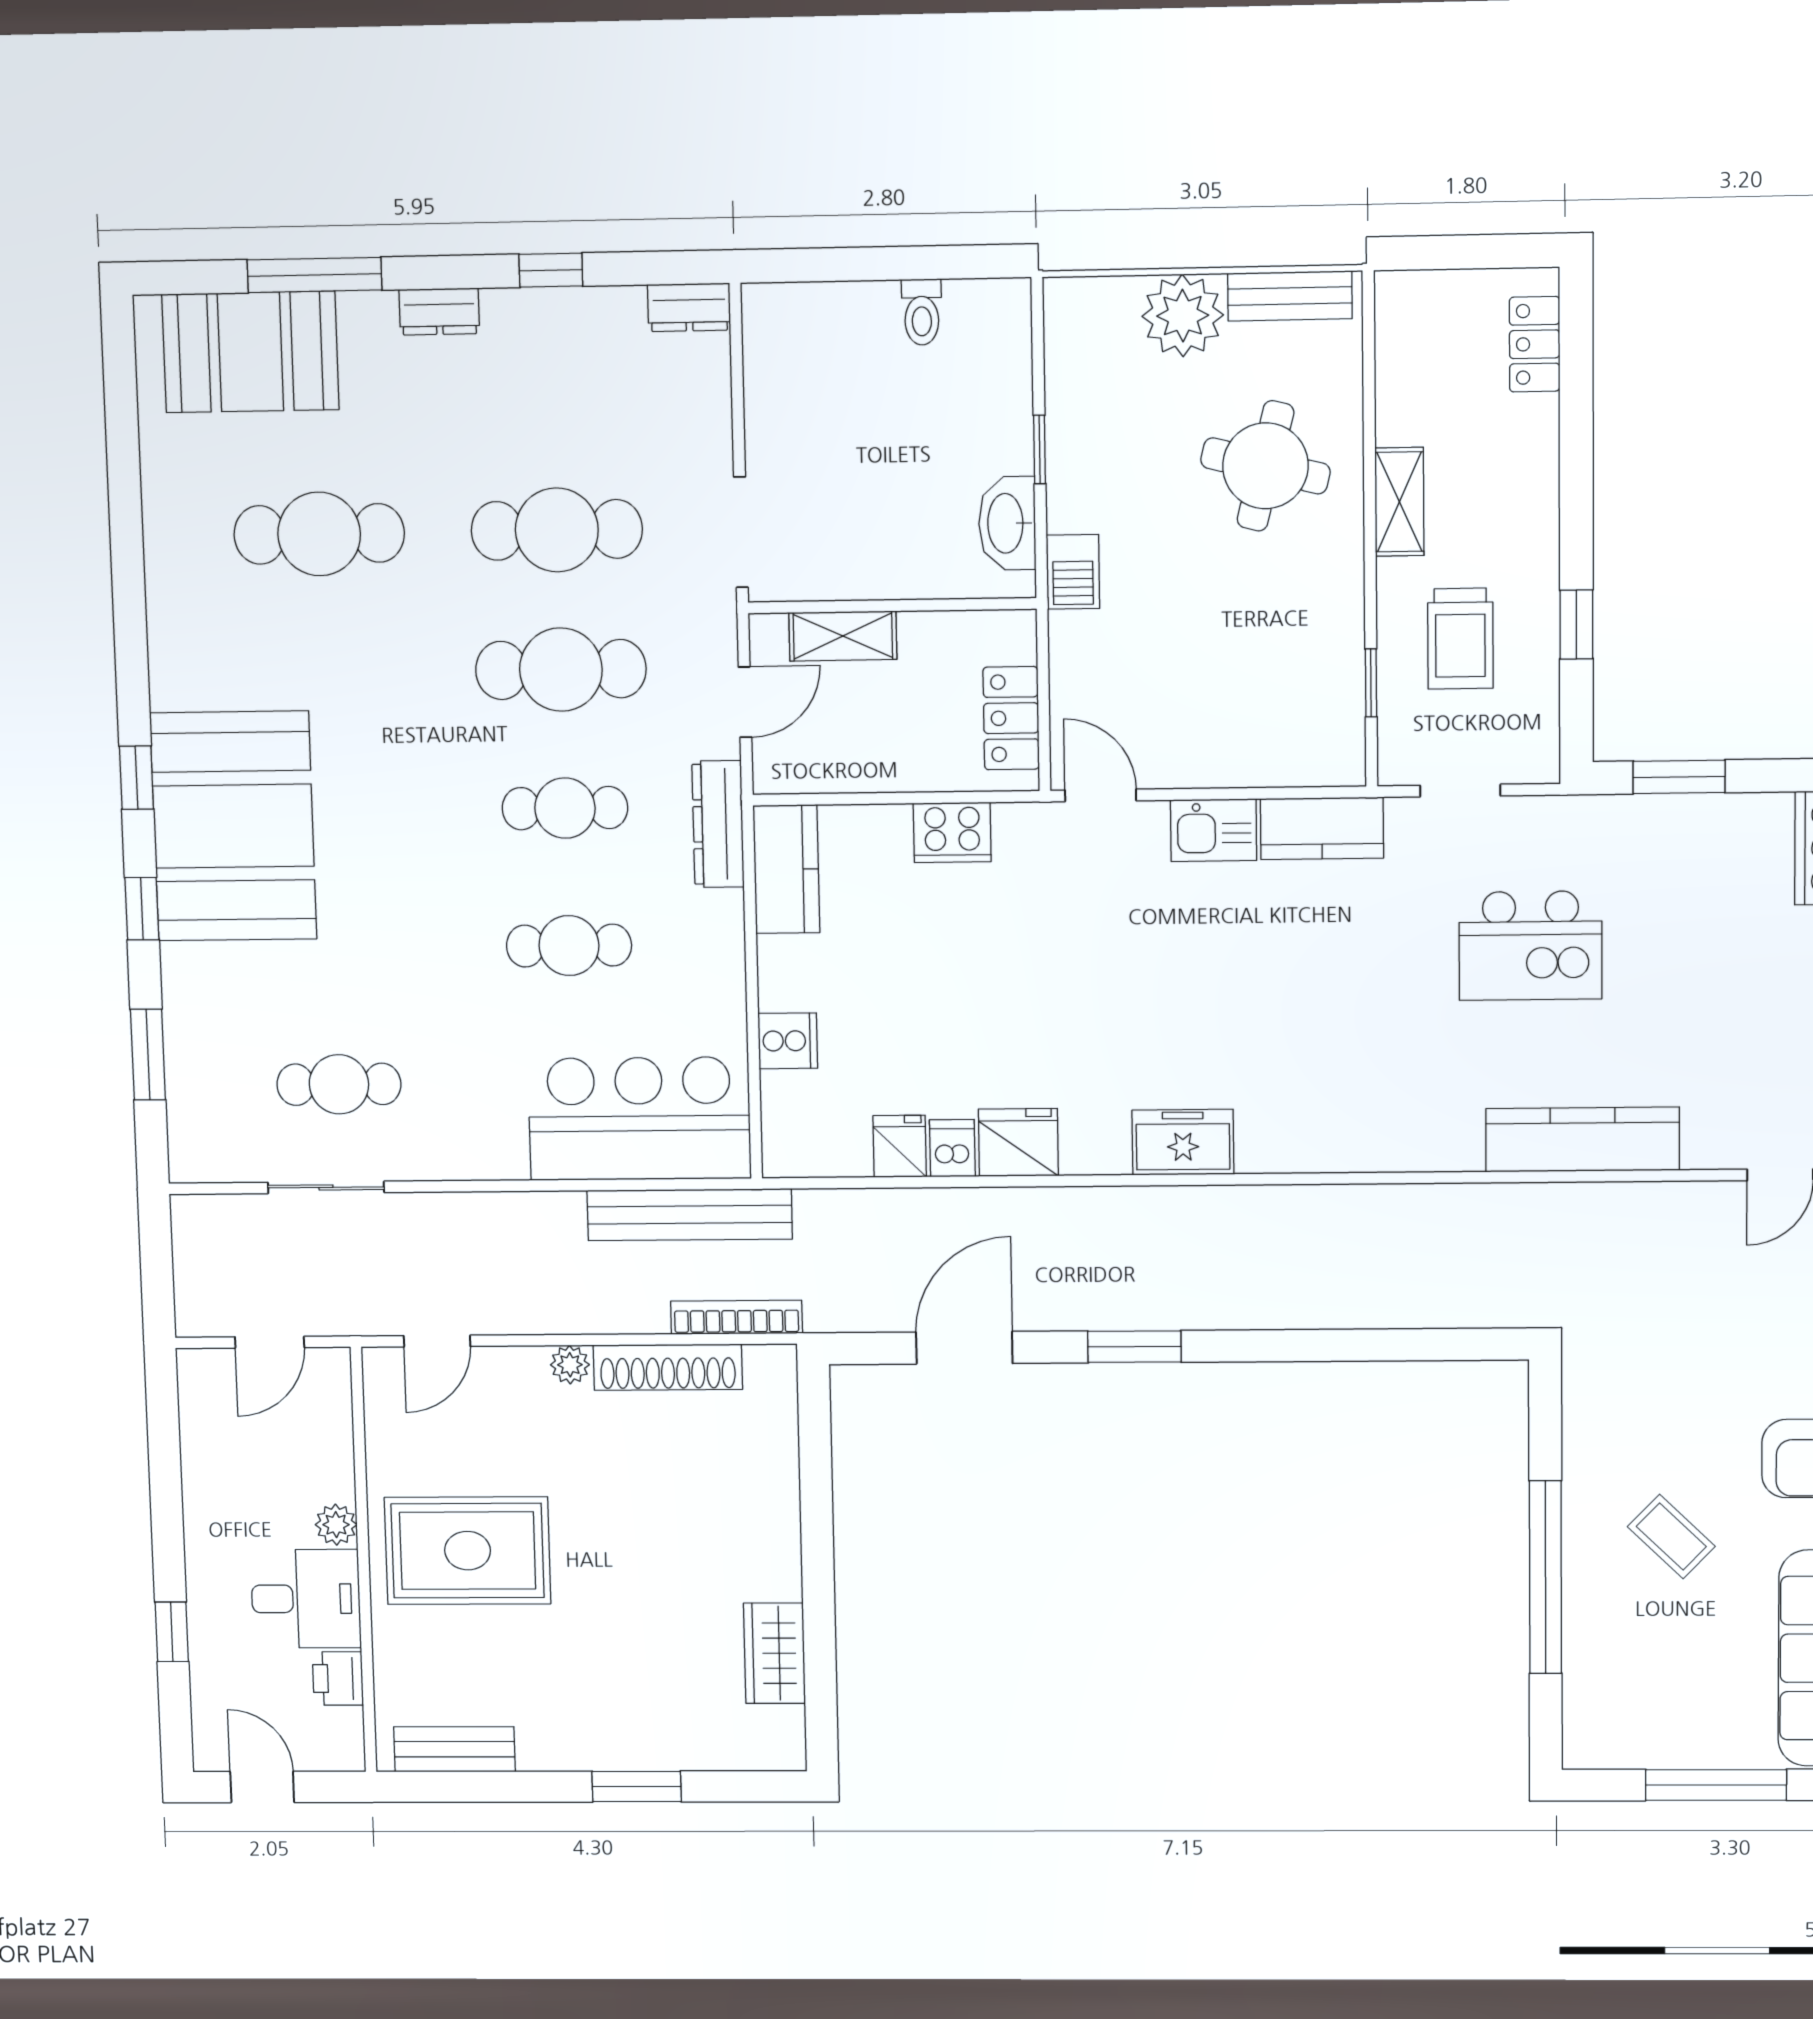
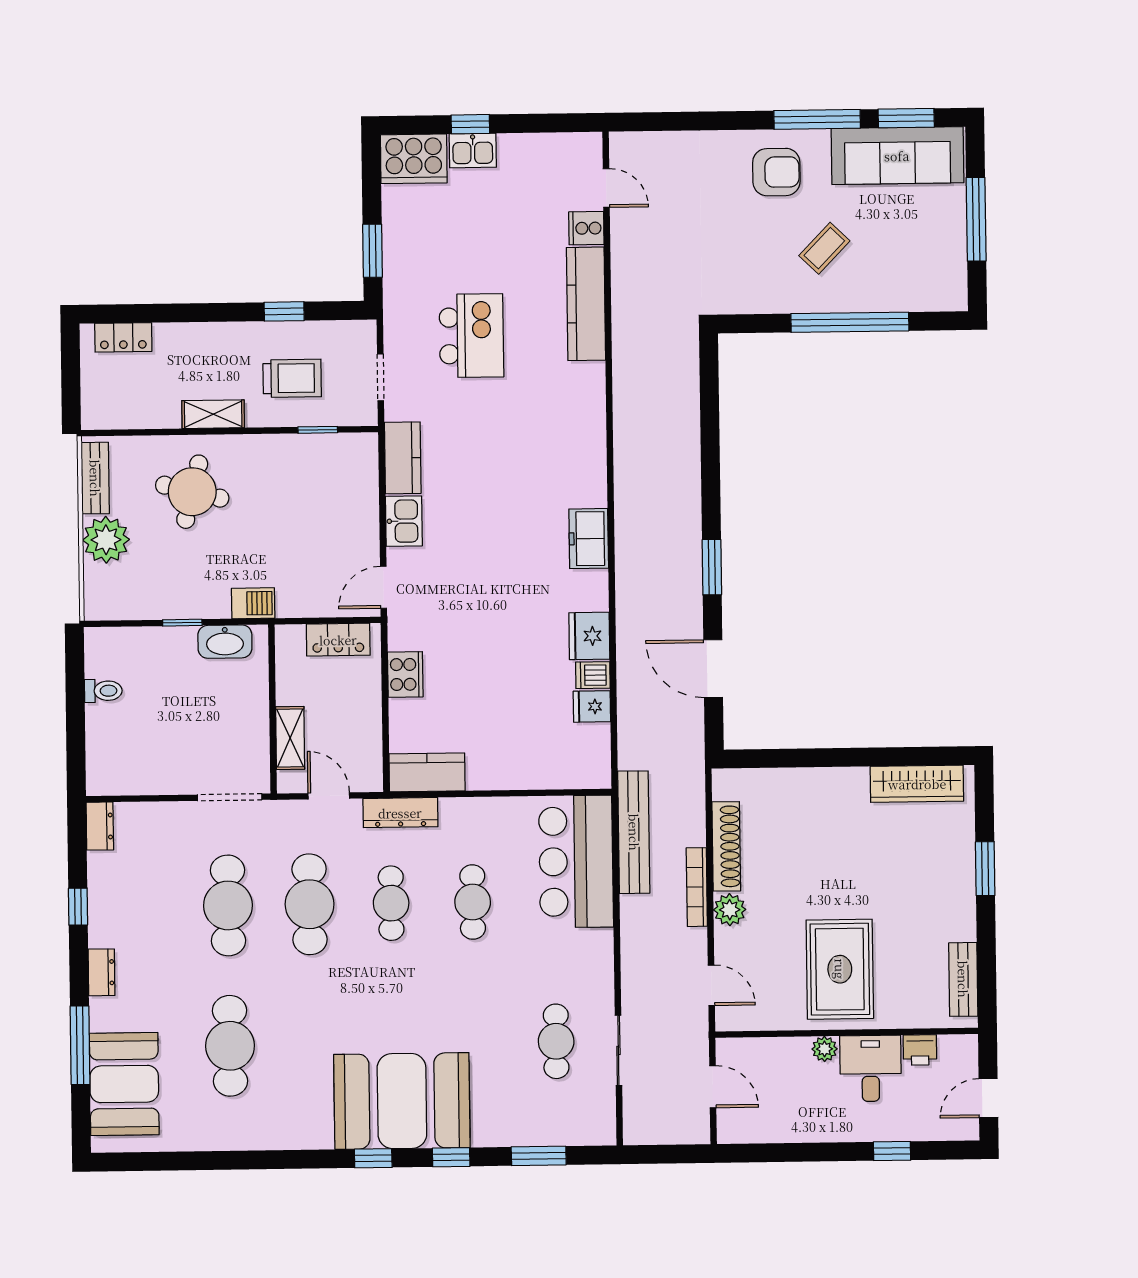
cooker: (788, 1041) -> (586, 228), moved, turned -90
bookcase: (737, 1317) -> (697, 887), moved
plant: (570, 1365) -> (730, 910), width x1.38, depth x1.38
wardrobe: (774, 1653) -> (917, 784), width x1.50

